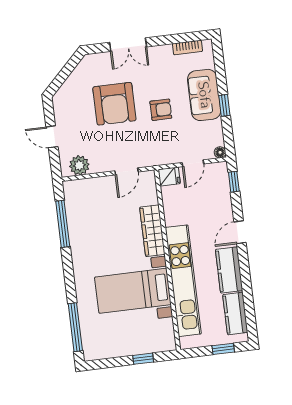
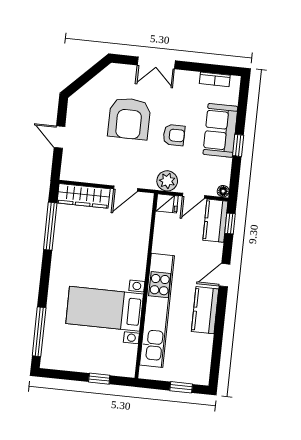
plant: (79, 165) -> (167, 181), moved
wardrobe: (152, 231) -> (84, 196), moved, turned -90
kitchen counter: (235, 314) -> (215, 221), moved

